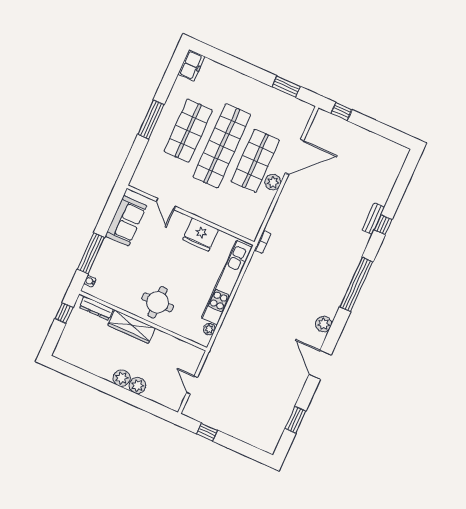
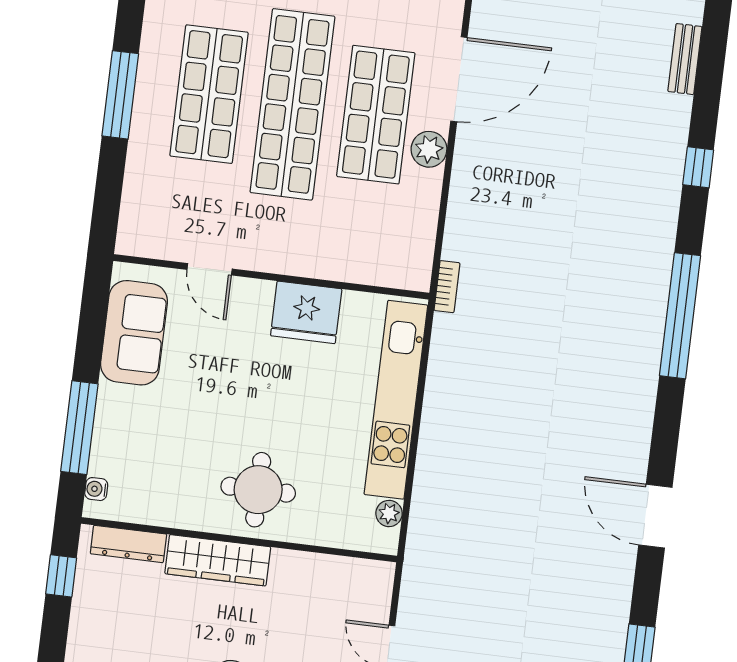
bench: (373, 219) -> (685, 59), moved
plant: (324, 324) -> (635, 425), removed

